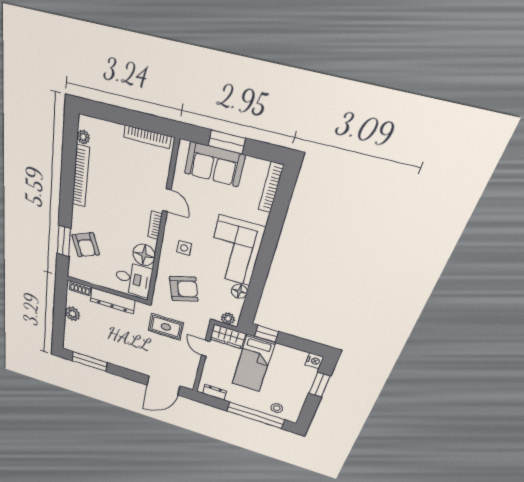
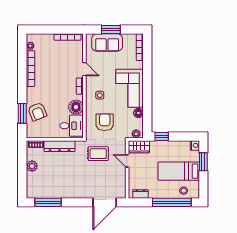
armchair: (184, 289) -> (105, 122), turned -74
bed: (253, 363) -> (179, 171), moved, turned 90

